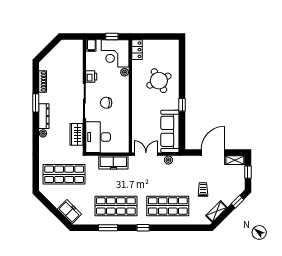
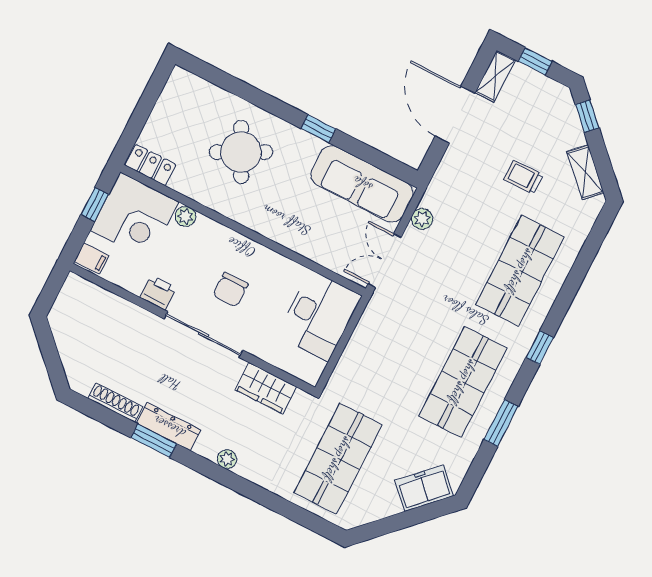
dresser: (44, 116) -> (169, 427), moved
desk: (98, 137) -> (319, 316), moved, turned -90
freezer: (113, 162) -> (367, 340), removed

